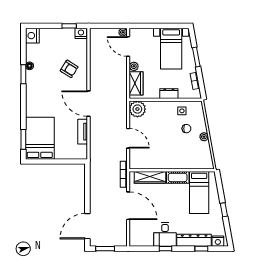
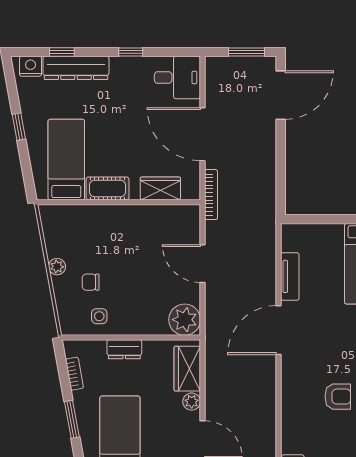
armchair: (69, 69) -> (338, 397), moved, turned 148
door: (88, 104) -> (279, 330), swing flipped
wardrobe: (150, 177) -> (160, 188), width x0.67
desk: (165, 234) -> (177, 77), moved, turned 90

